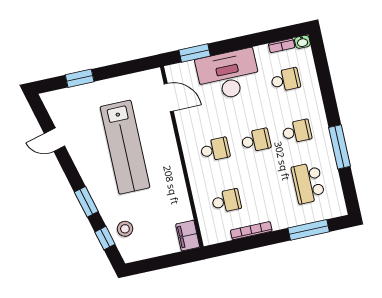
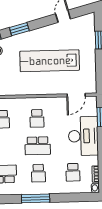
school desk: (256, 140) -> (38, 146), width x1.85
window: (340, 147) -> (36, 198), moved

